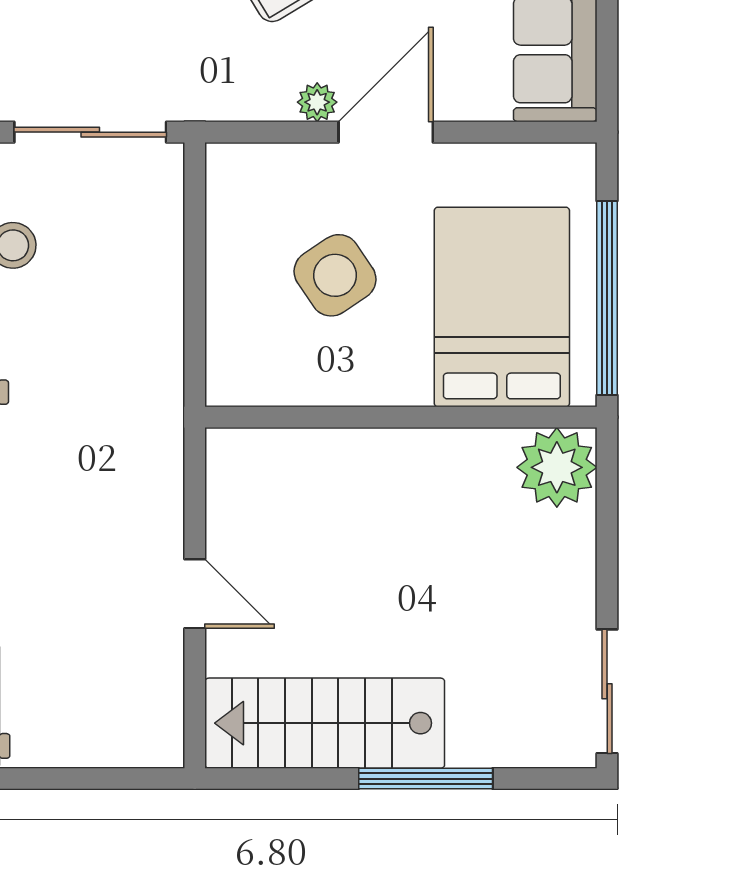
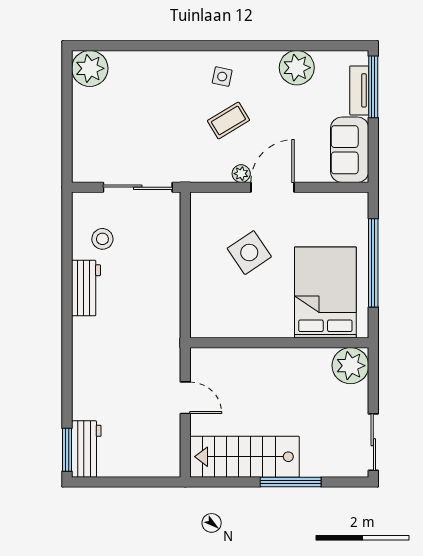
bed: (502, 307) -> (325, 293), moved
wall: (401, 417) -> (279, 343), moved
plant: (557, 467) -> (350, 366), moved

